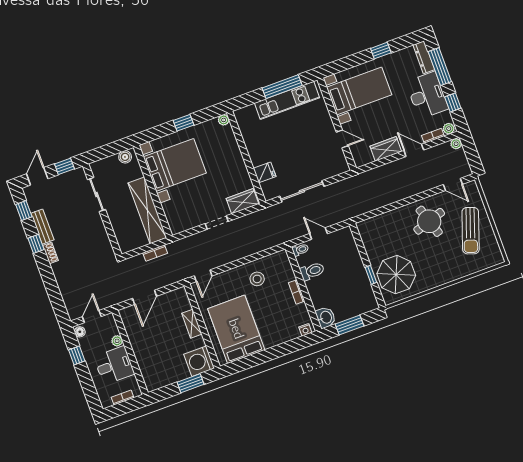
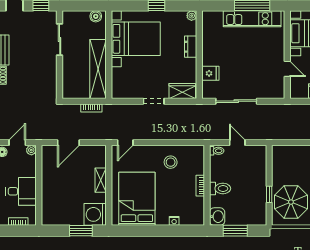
dresser: (234, 152) -> (191, 47), added
toilet: (312, 271) -> (220, 188), moved
nightstand: (305, 330) -> (174, 221), moved
plant: (117, 341) -> (31, 150), moved

